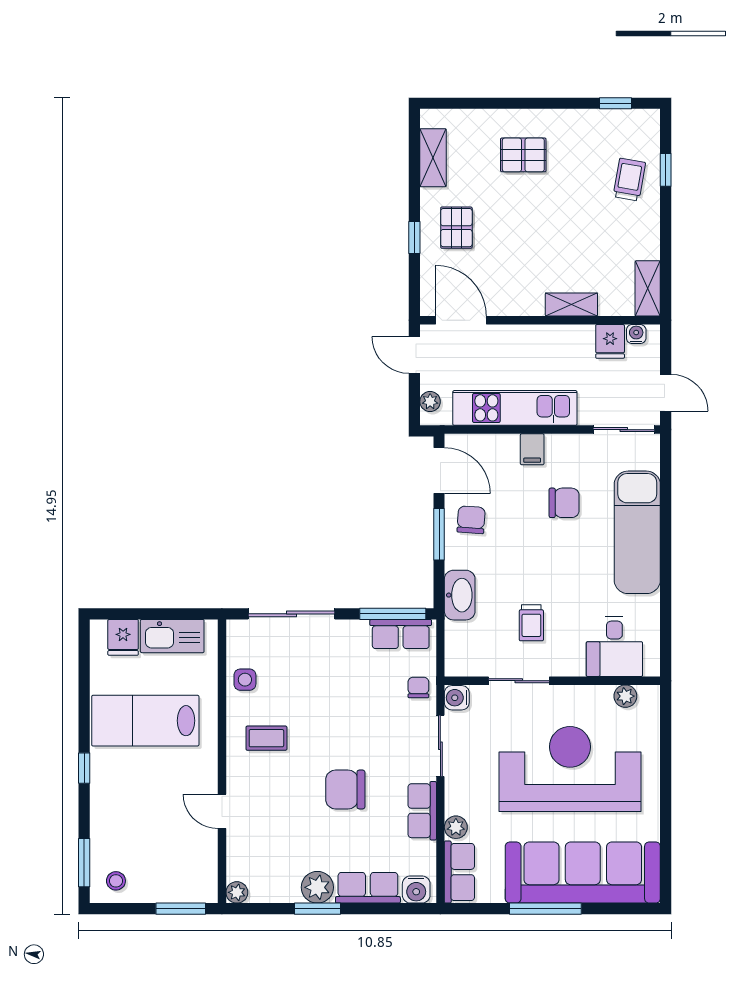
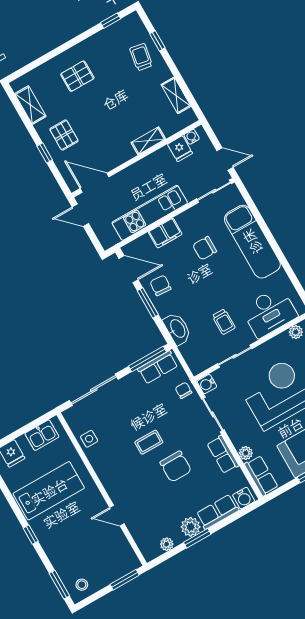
shelving: (648, 288) -> (176, 95), moved
plant: (430, 402) -> (103, 235), removed
filing cabinet: (532, 449) -> (165, 233), width x2.00
chair: (564, 503) -> (205, 248), turned 180
kitchen sink: (172, 636) -> (42, 435), width x0.73
desk: (614, 646) -> (269, 312), width x1.37
lab bench: (145, 721) -> (49, 491), turned 180
coffee table: (266, 738) -> (149, 442), moved
chair: (345, 789) -> (176, 467), turned -90
plant: (237, 892) -> (167, 544), moved

